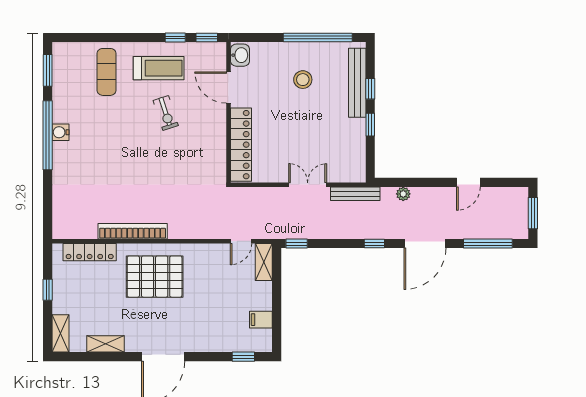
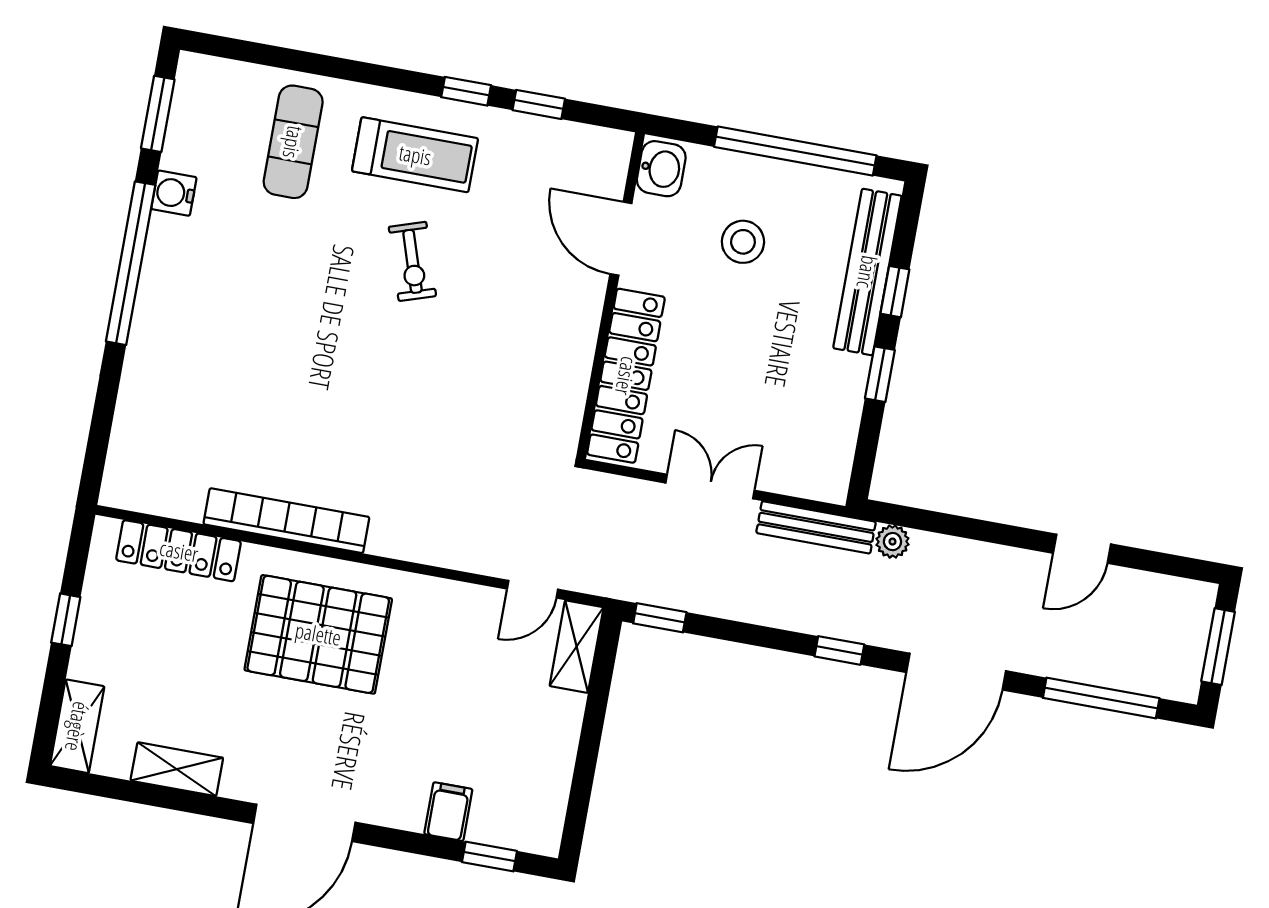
washbasin: (240, 55) -> (661, 169), moved
door: (228, 88) -> (621, 239), moved
wall: (228, 112) -> (611, 296), moved
water cooler: (60, 132) -> (174, 193), moved
locker: (241, 145) -> (626, 376), moved
plant: (403, 194) -> (892, 542), moved
filing cabinet: (261, 320) -> (448, 812), moved, turned 90

